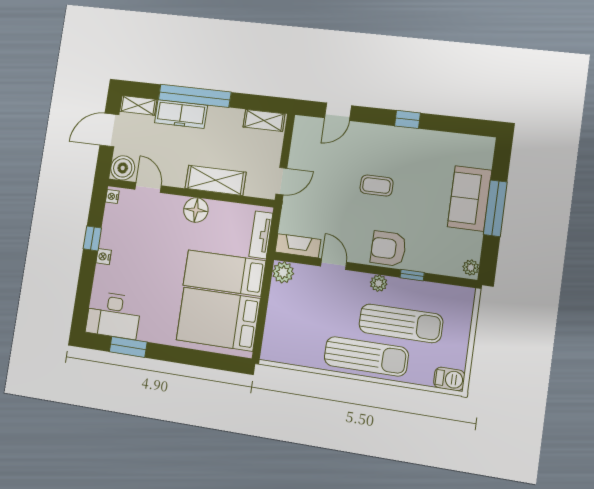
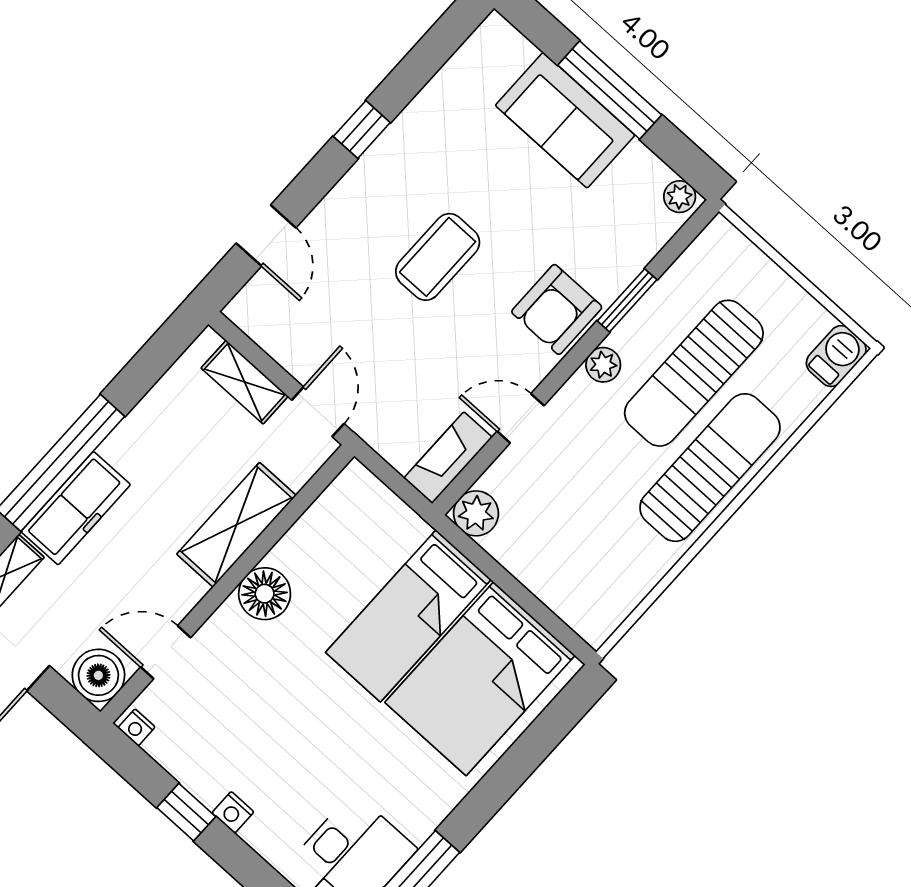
shelving: (264, 120) -> (245, 382), moved, turned 90
coffee table: (377, 186) -> (438, 257), width x1.36, depth x1.30
tv unit: (261, 235) -> (386, 509), removed
window: (412, 275) -> (627, 300), width x1.50
sun lounger: (401, 323) -> (694, 373), turned 180

